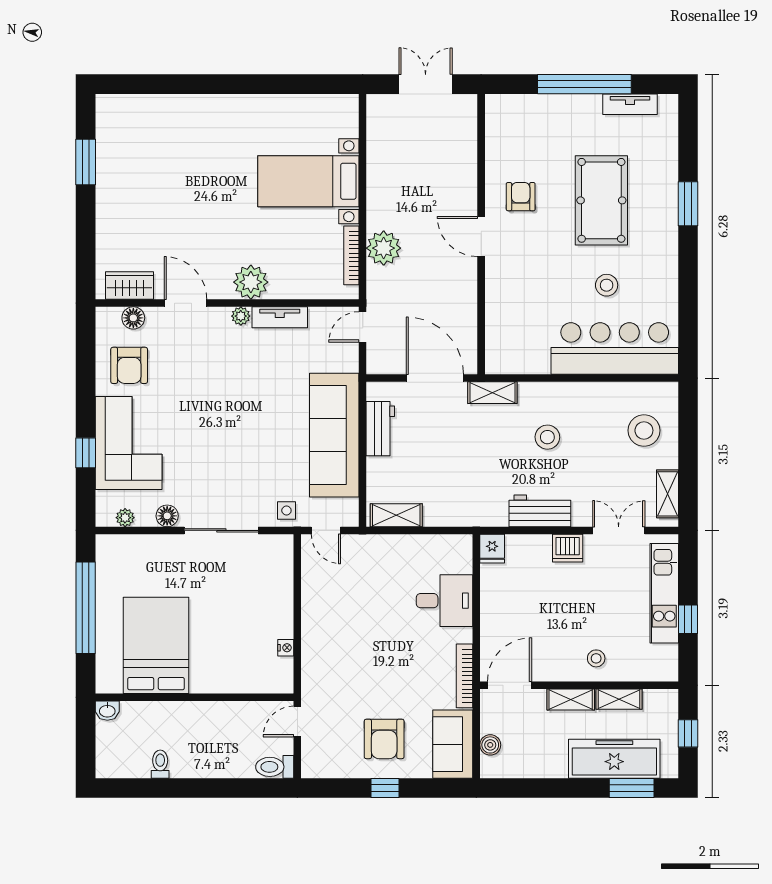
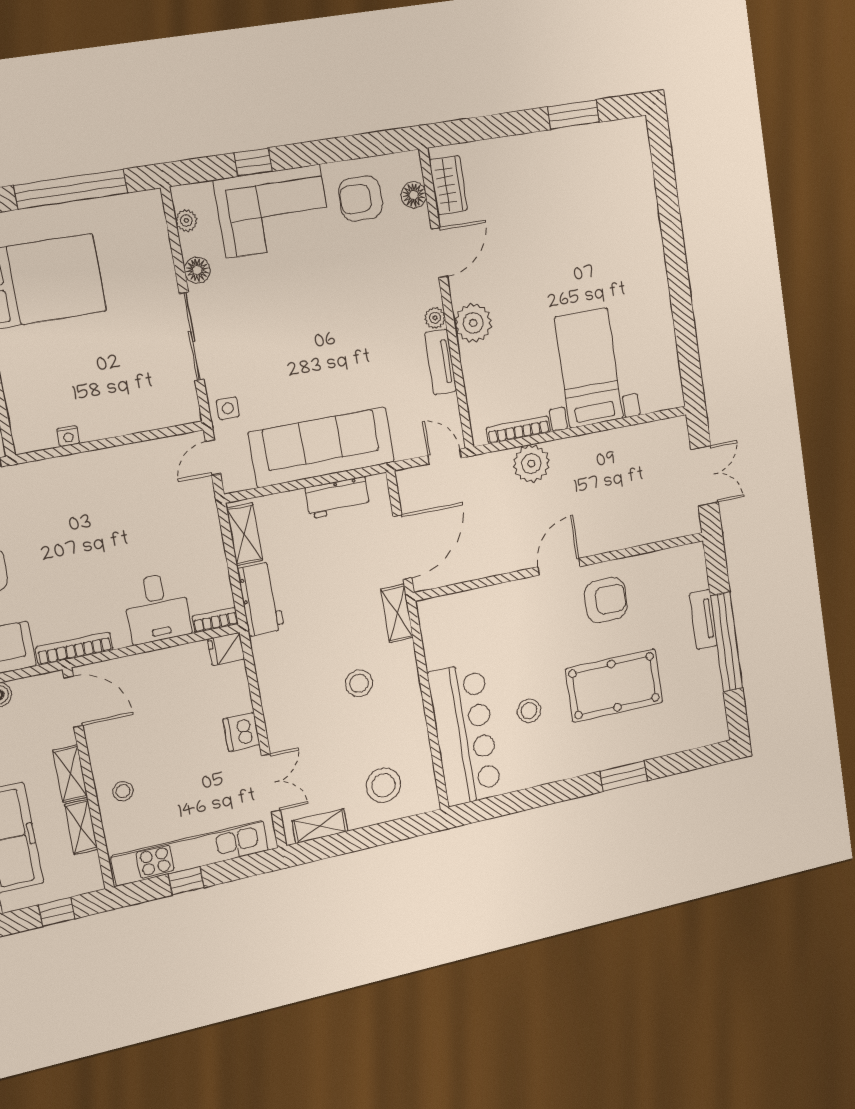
tv unit: (630, 104) -> (703, 619), moved
armchair: (521, 197) -> (606, 600), width x1.38, depth x1.38
workbench: (540, 511) -> (261, 599), moved
bookcase: (465, 553) -> (215, 620), added
kitchen unit: (664, 593) -> (190, 853), width x1.36

